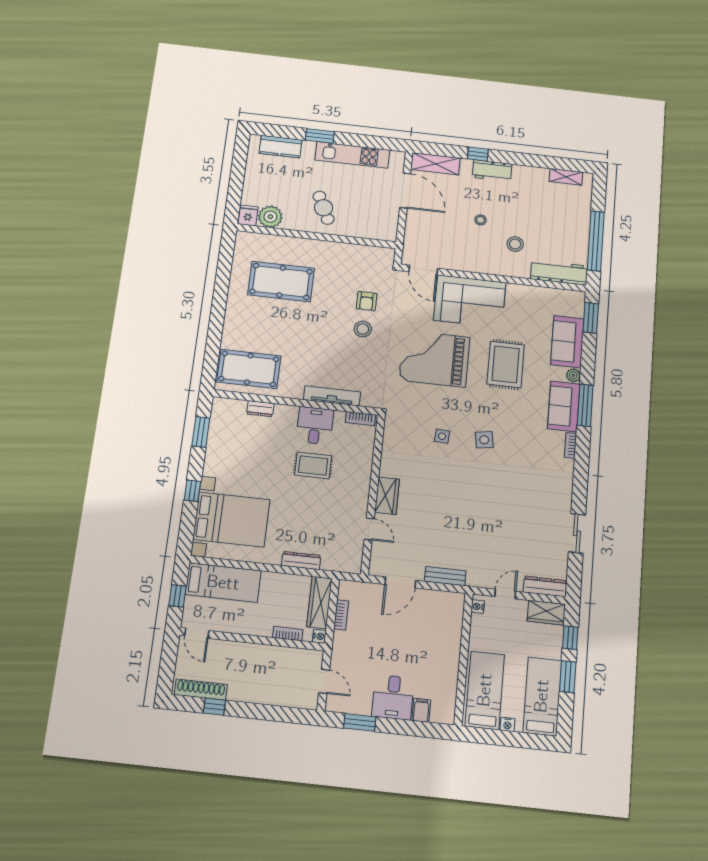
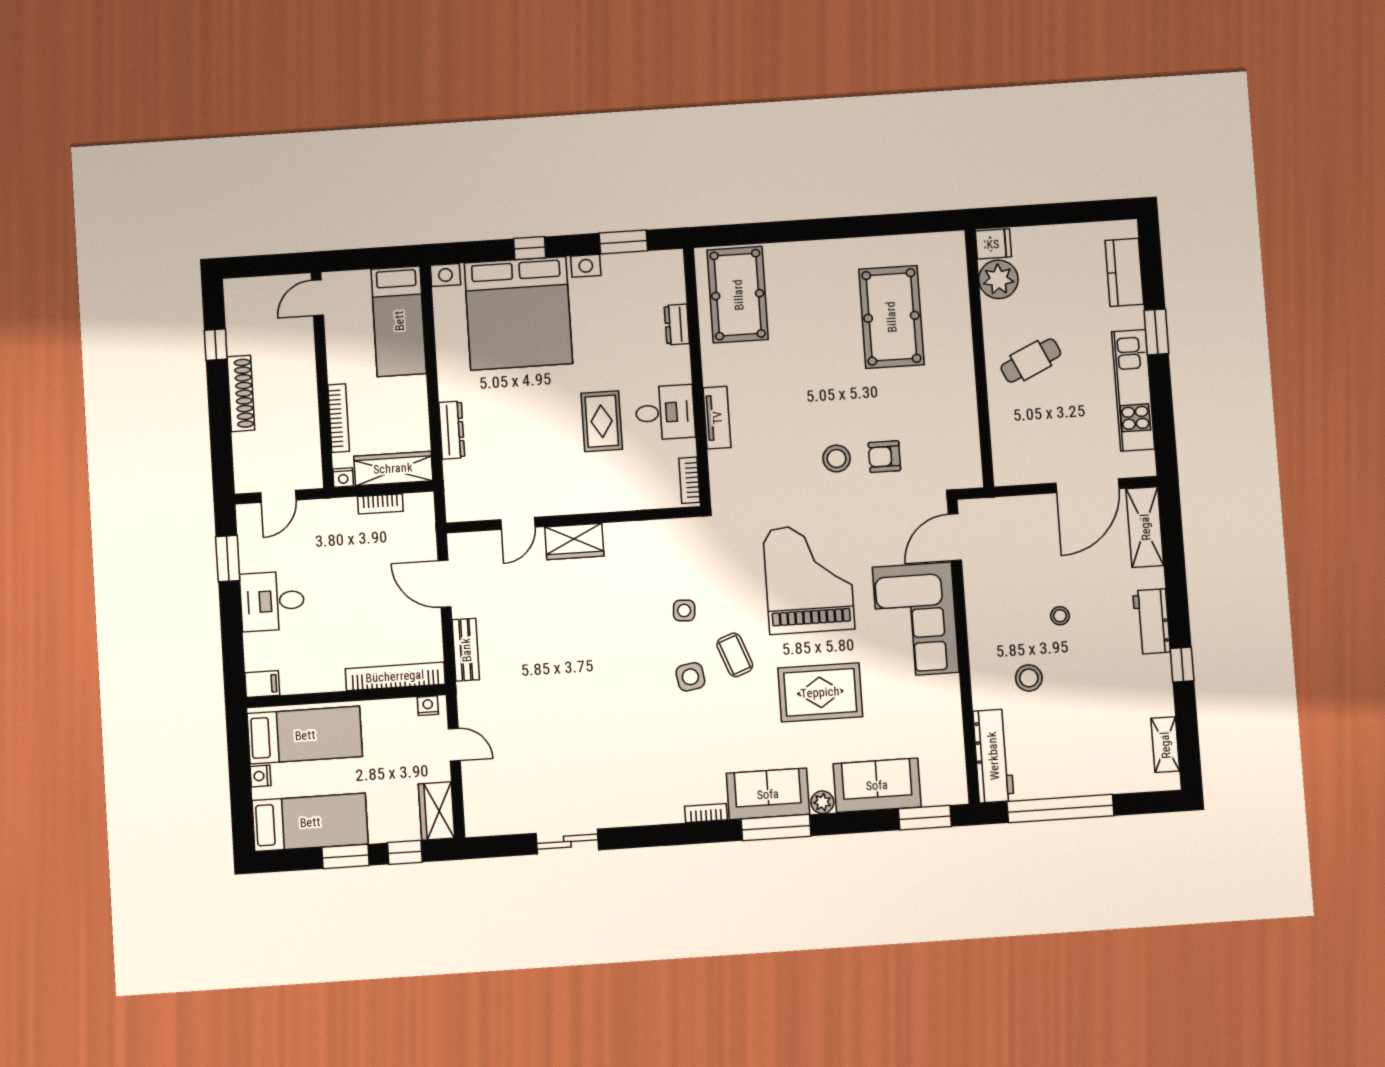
window: (478, 154) -> (1182, 665), moved
tv unit: (332, 396) -> (717, 418), width x0.71
coffee table: (475, 411) -> (735, 655), added
bed with nightstands: (231, 520) -> (518, 313), width x1.36
dresser: (545, 586) -> (476, 804), removed
window: (177, 596) -> (367, 259), removed
bookcase: (455, 624) -> (395, 676), added
bookcase: (288, 634) -> (339, 418), width x1.56
shoe rack: (201, 690) -> (241, 393), moved
filing cabinet: (421, 710) -> (262, 684), moved

